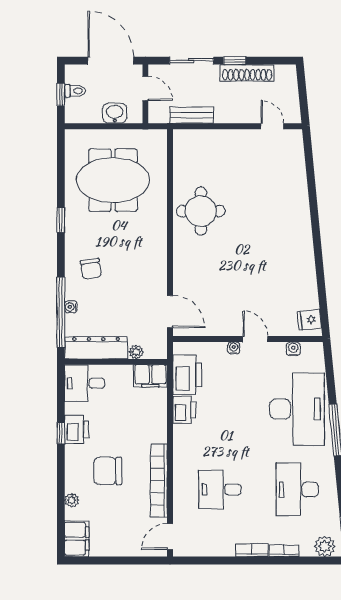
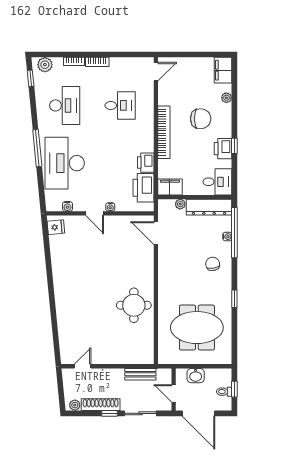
plant: (283, 72) -> (75, 405), added
door: (272, 126) -> (83, 366), swing flipped
bookcase: (159, 481) -> (164, 132), moved

